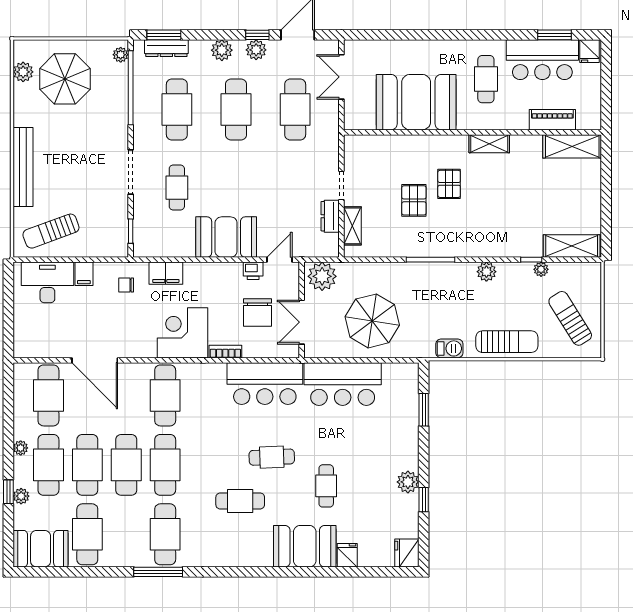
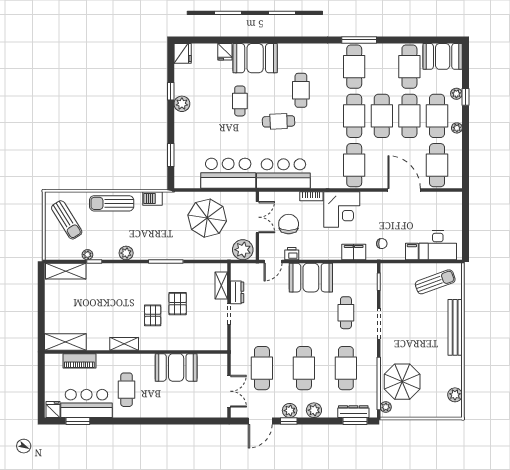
parasol: (65, 79) -> (402, 382), moved
booth: (416, 102) -> (176, 367), width x0.73, depth x0.70
cafe table: (240, 501) -> (301, 90), turned 90

